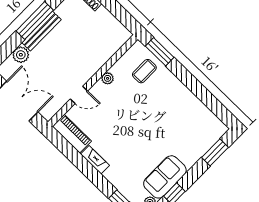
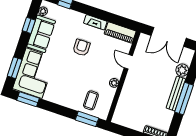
door: (79, 95) -> (128, 62), hinge flipped
window: (217, 108) -> (28, 99), added
corner sofa: (195, 135) -> (34, 73), added
armchair: (126, 138) -> (81, 48), added

